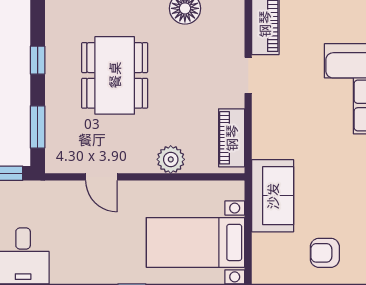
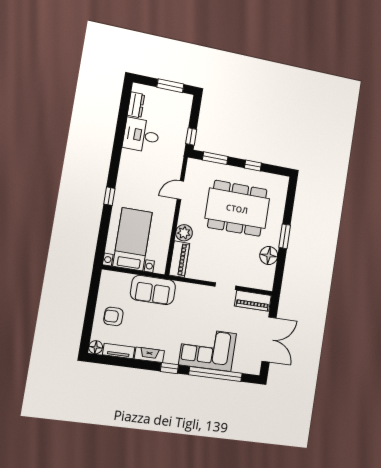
dining table: (115, 75) -> (237, 208), width x1.36, depth x1.24
piano: (232, 138) -> (179, 259), moved, turned 90
armchair: (325, 253) -> (113, 316), turned -90

